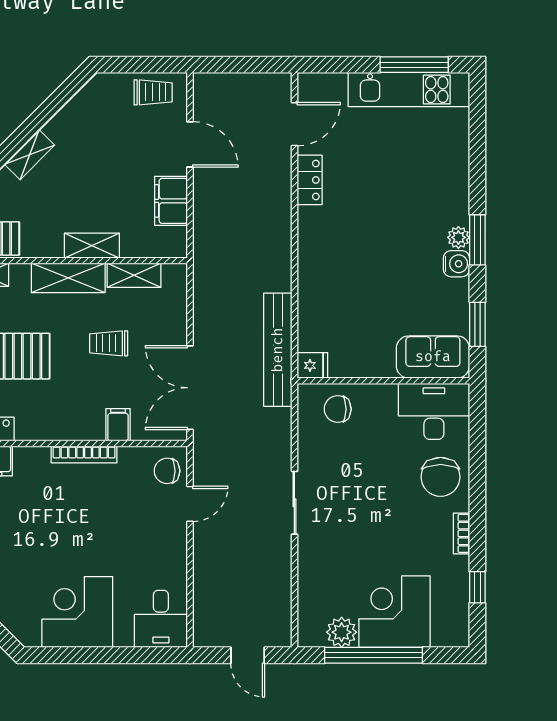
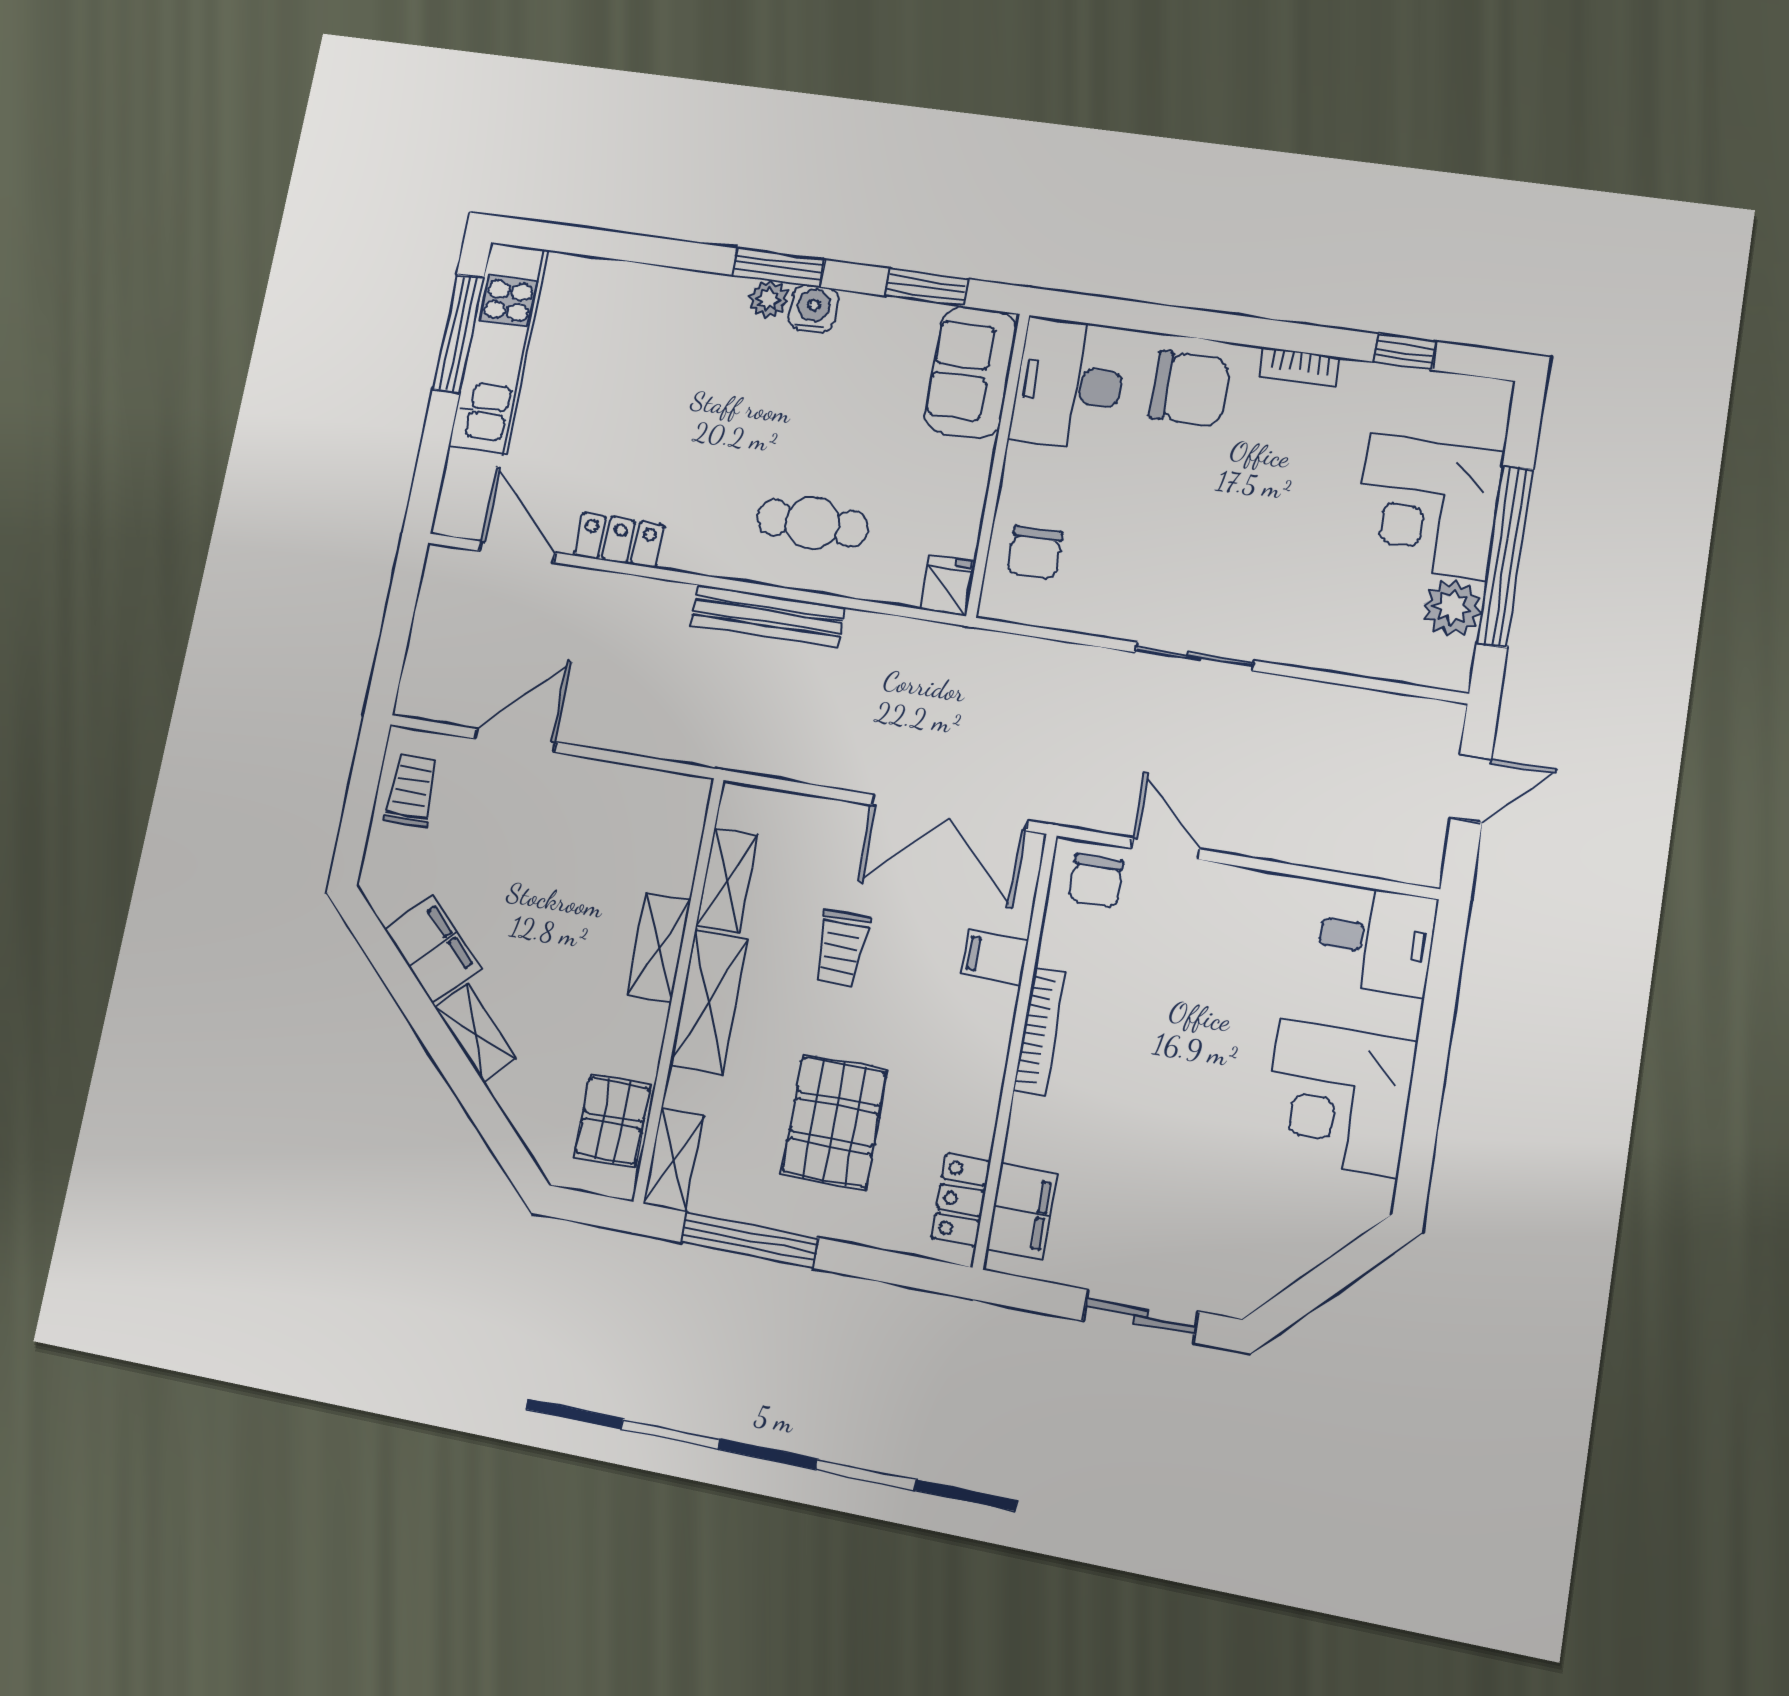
filing cabinet: (171, 201) -> (433, 949), moved, turned -135
cafe table: (336, 286) -> (813, 523), added
bench: (278, 350) -> (767, 616), moved, width x0.73, depth x0.82

